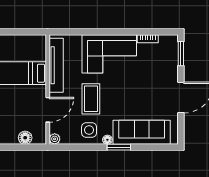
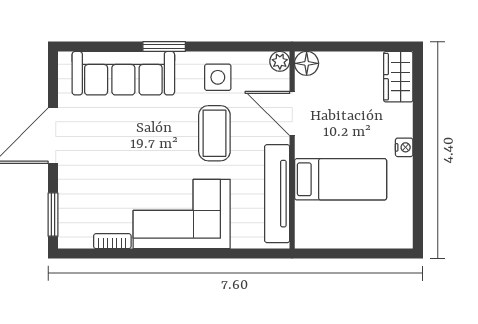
door: (48, 110) -> (292, 114), hinge flipped
floor lamp: (25, 138) -> (307, 63), moved
floor lamp: (107, 140) -> (185, 60), removed

